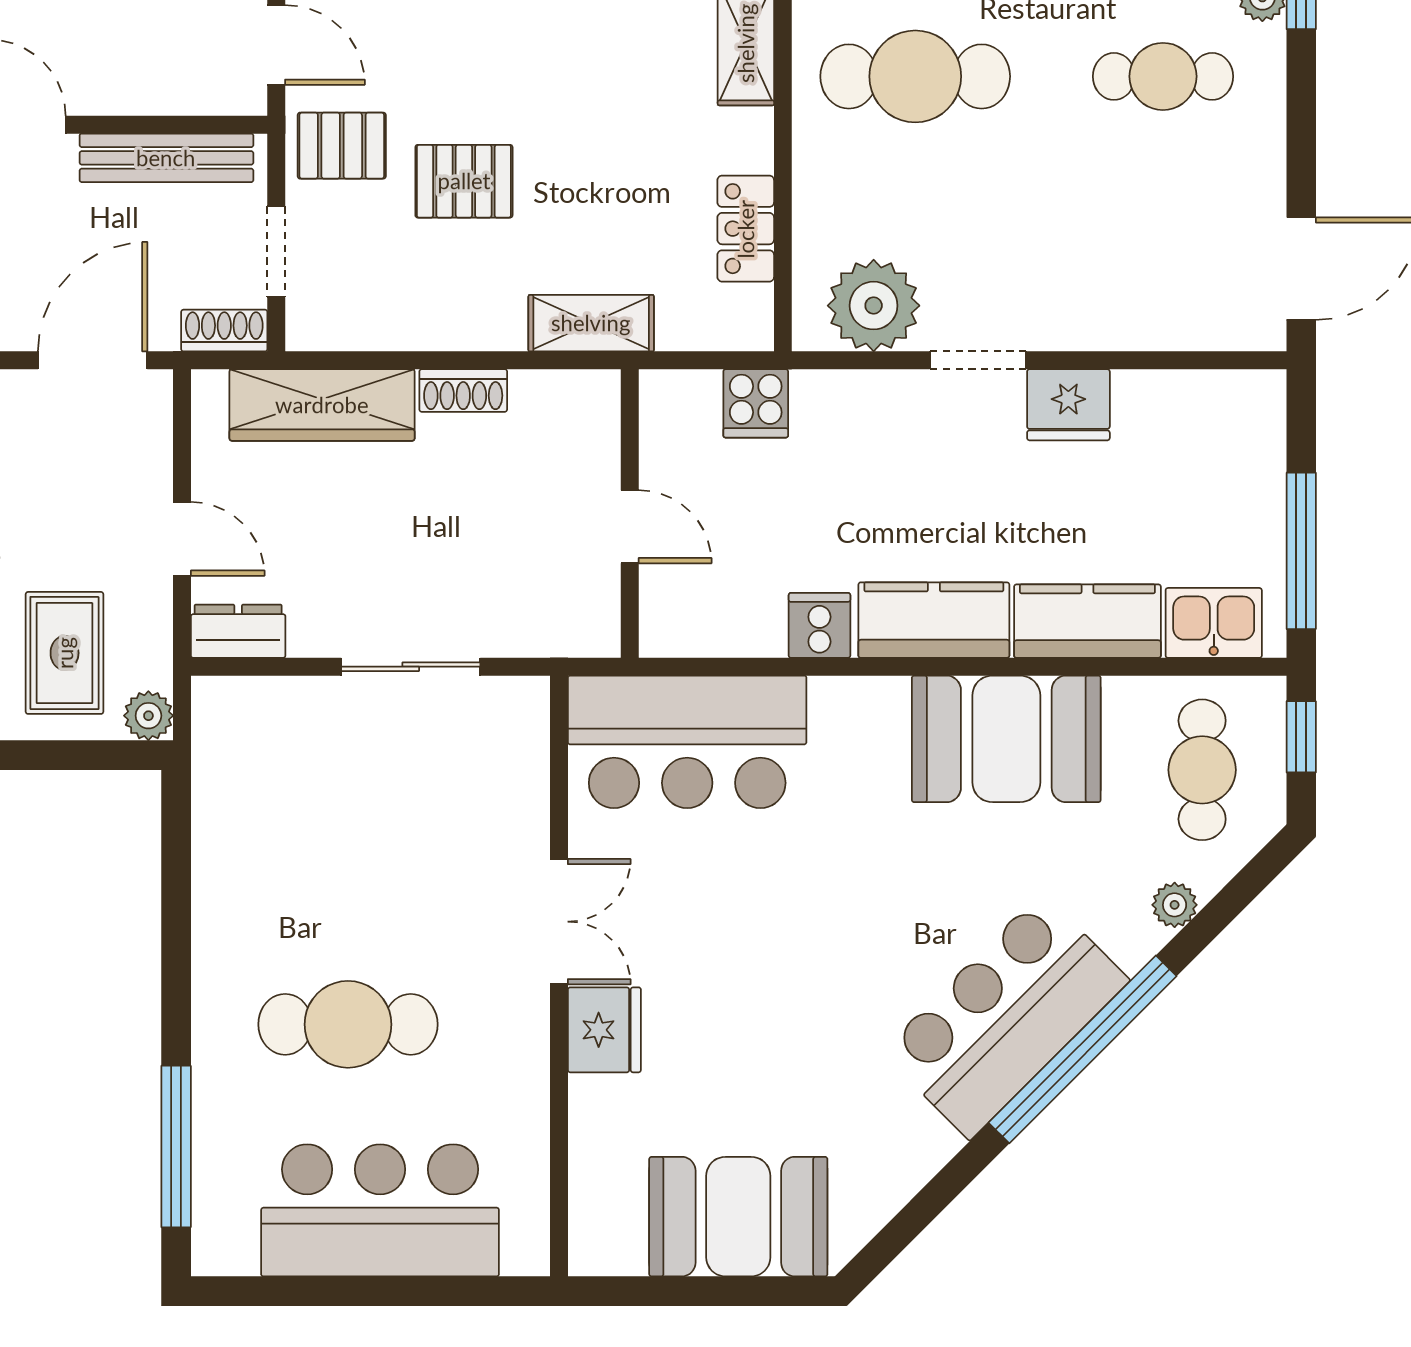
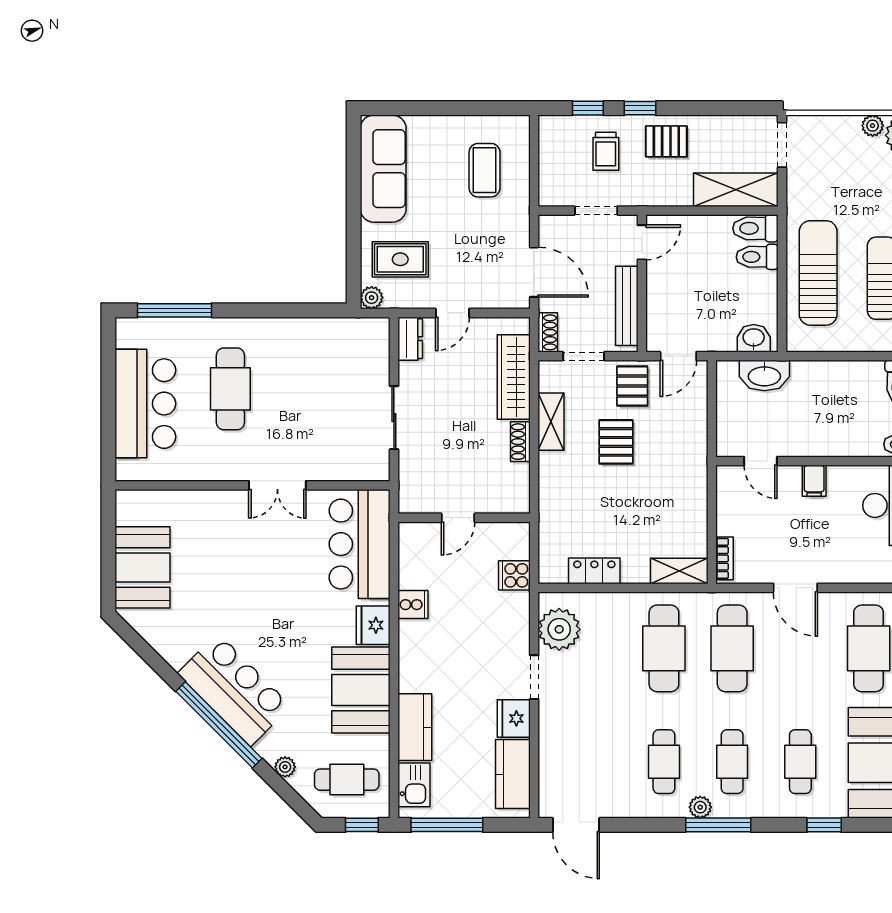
shelving: (591, 323) -> (551, 422), moved
kitchen counter: (934, 620) -> (513, 774), moved, turned 180
fridge: (604, 1030) -> (373, 625), moved, turned 90

